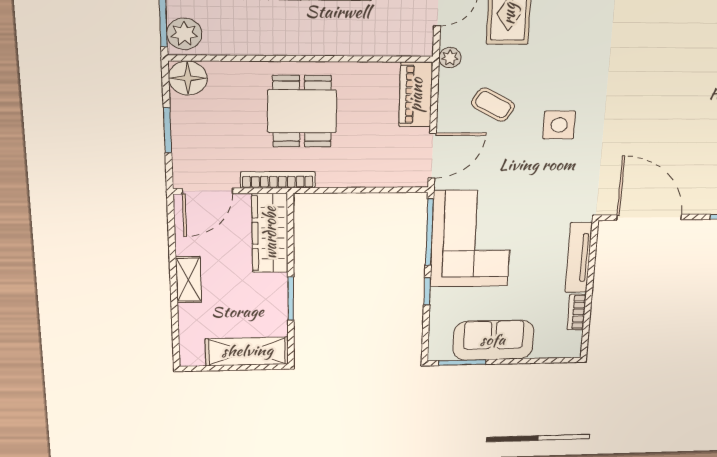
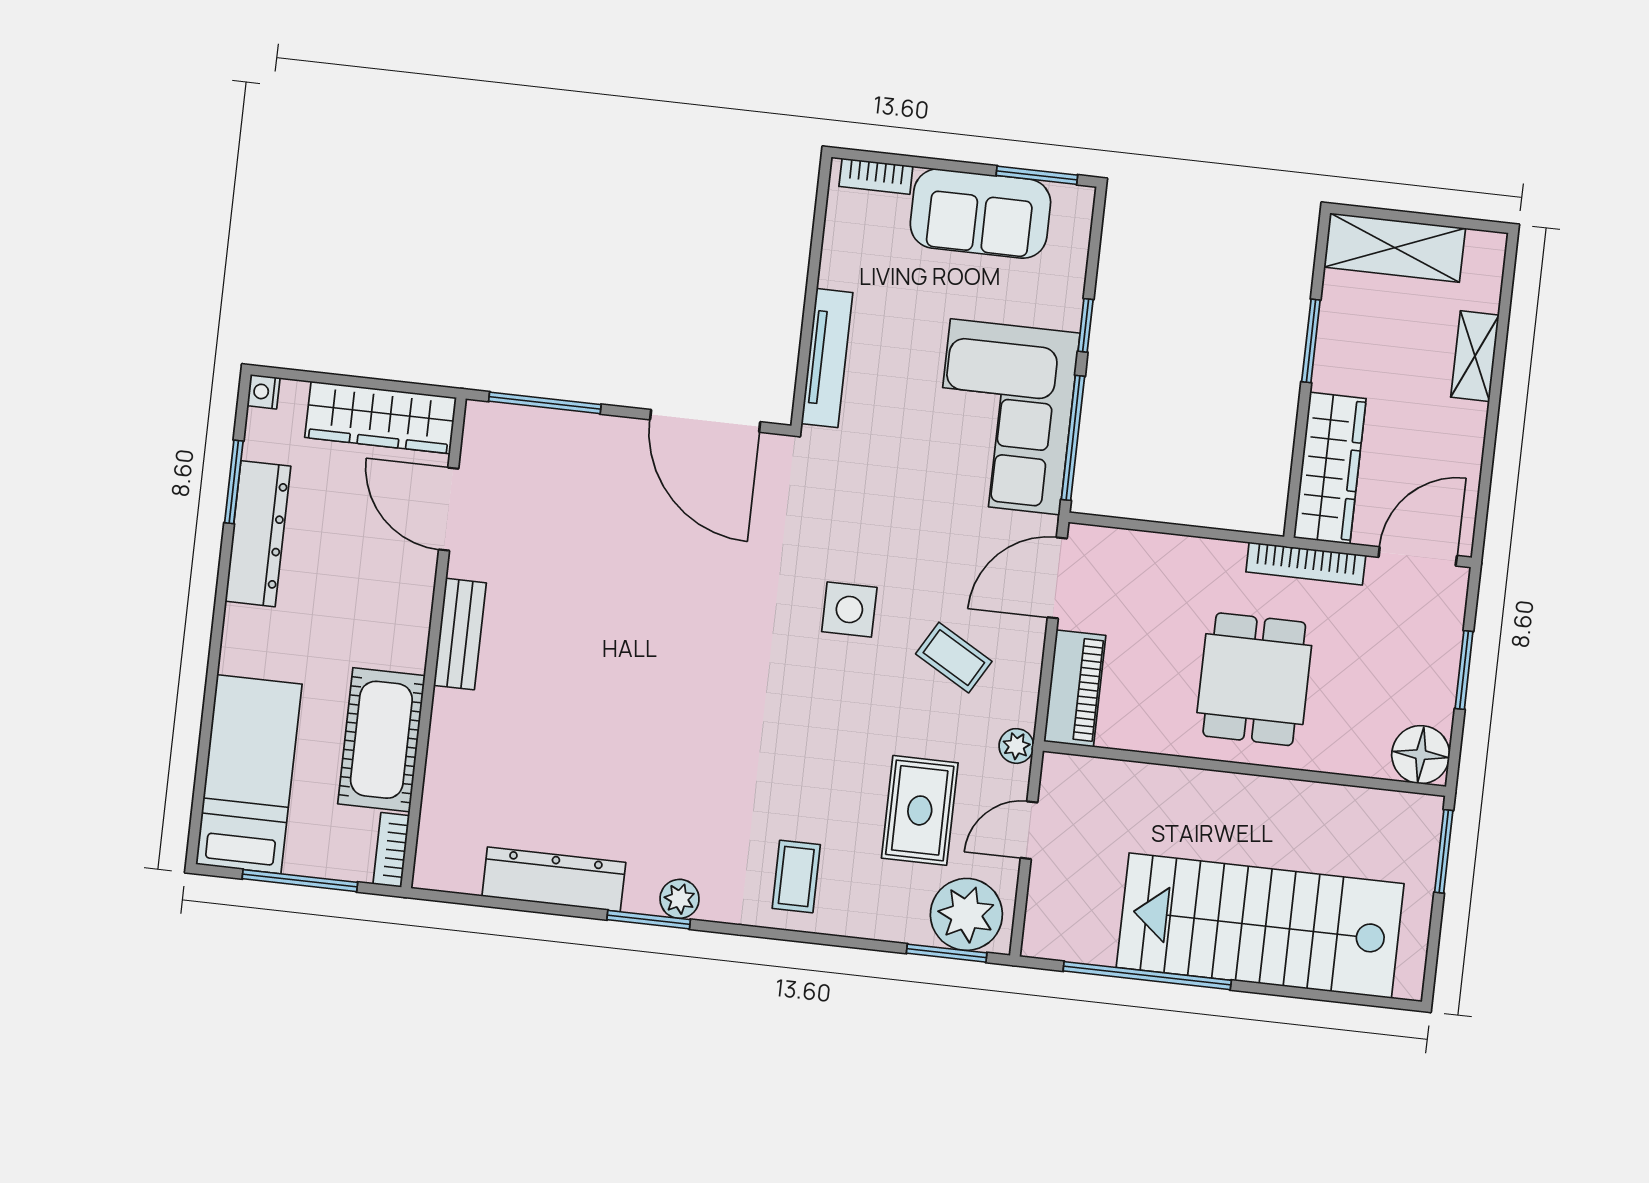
plant: (184, 34) -> (1416, 828), removed
shelving: (189, 280) -> (1475, 356), moved
bookcase: (577, 312) -> (876, 176), moved, turned 90

